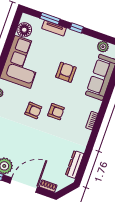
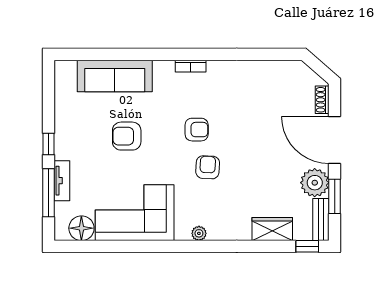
window: (50, 19) -> (49, 193), width x1.44
plant: (103, 47) -> (64, 91), removed
armchair: (56, 112) -> (197, 130), turned 90
dresser: (75, 164) -> (272, 69), removed

